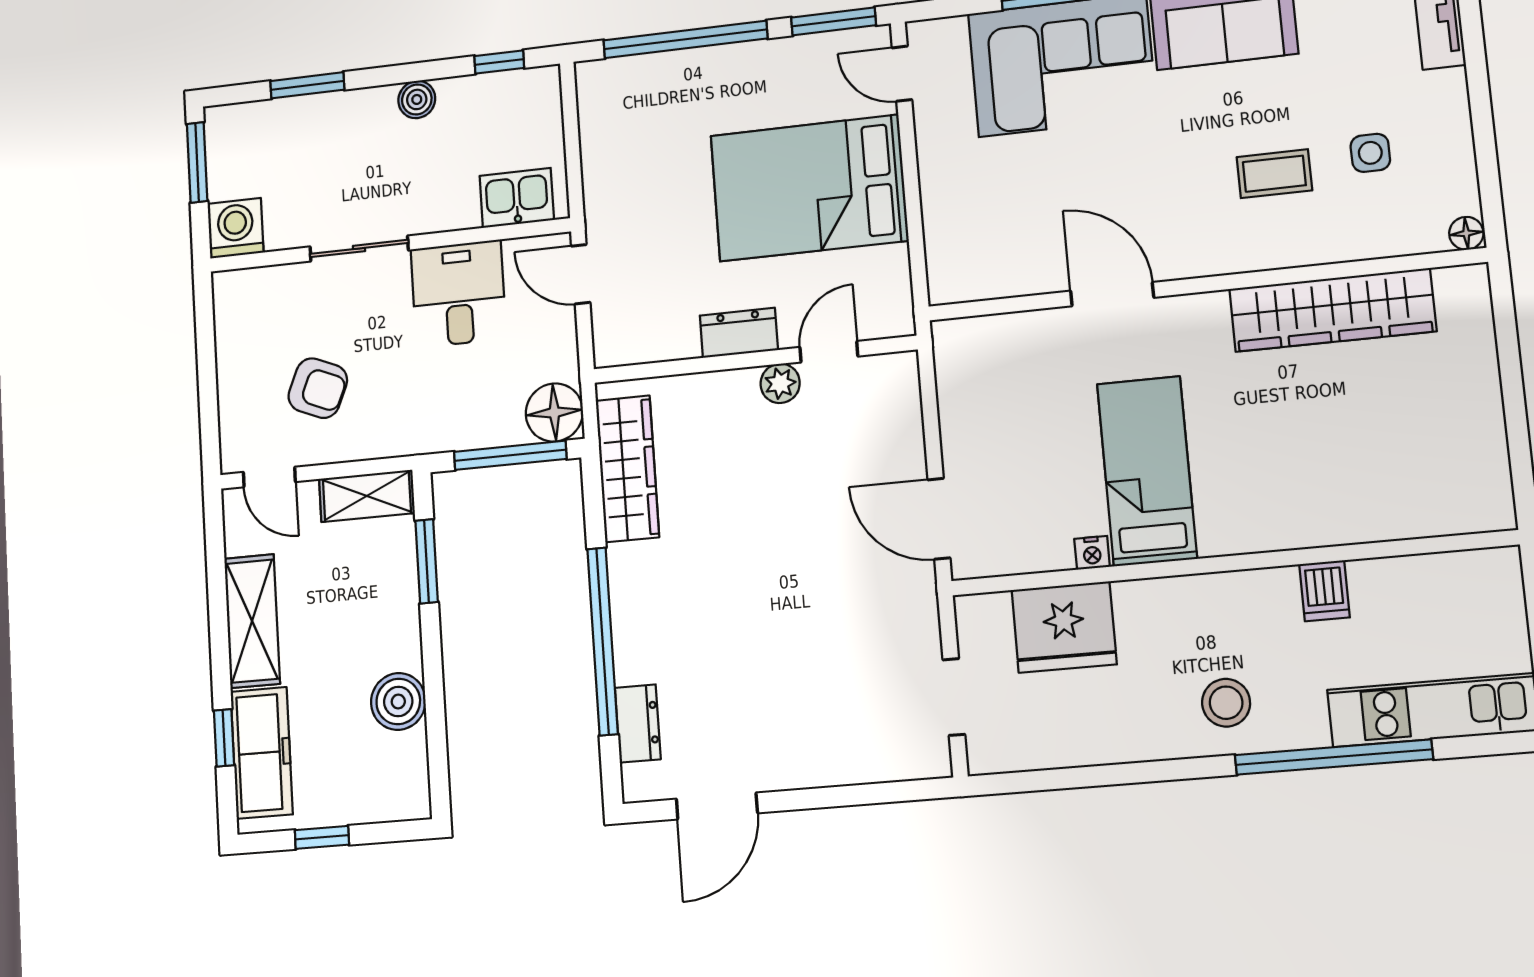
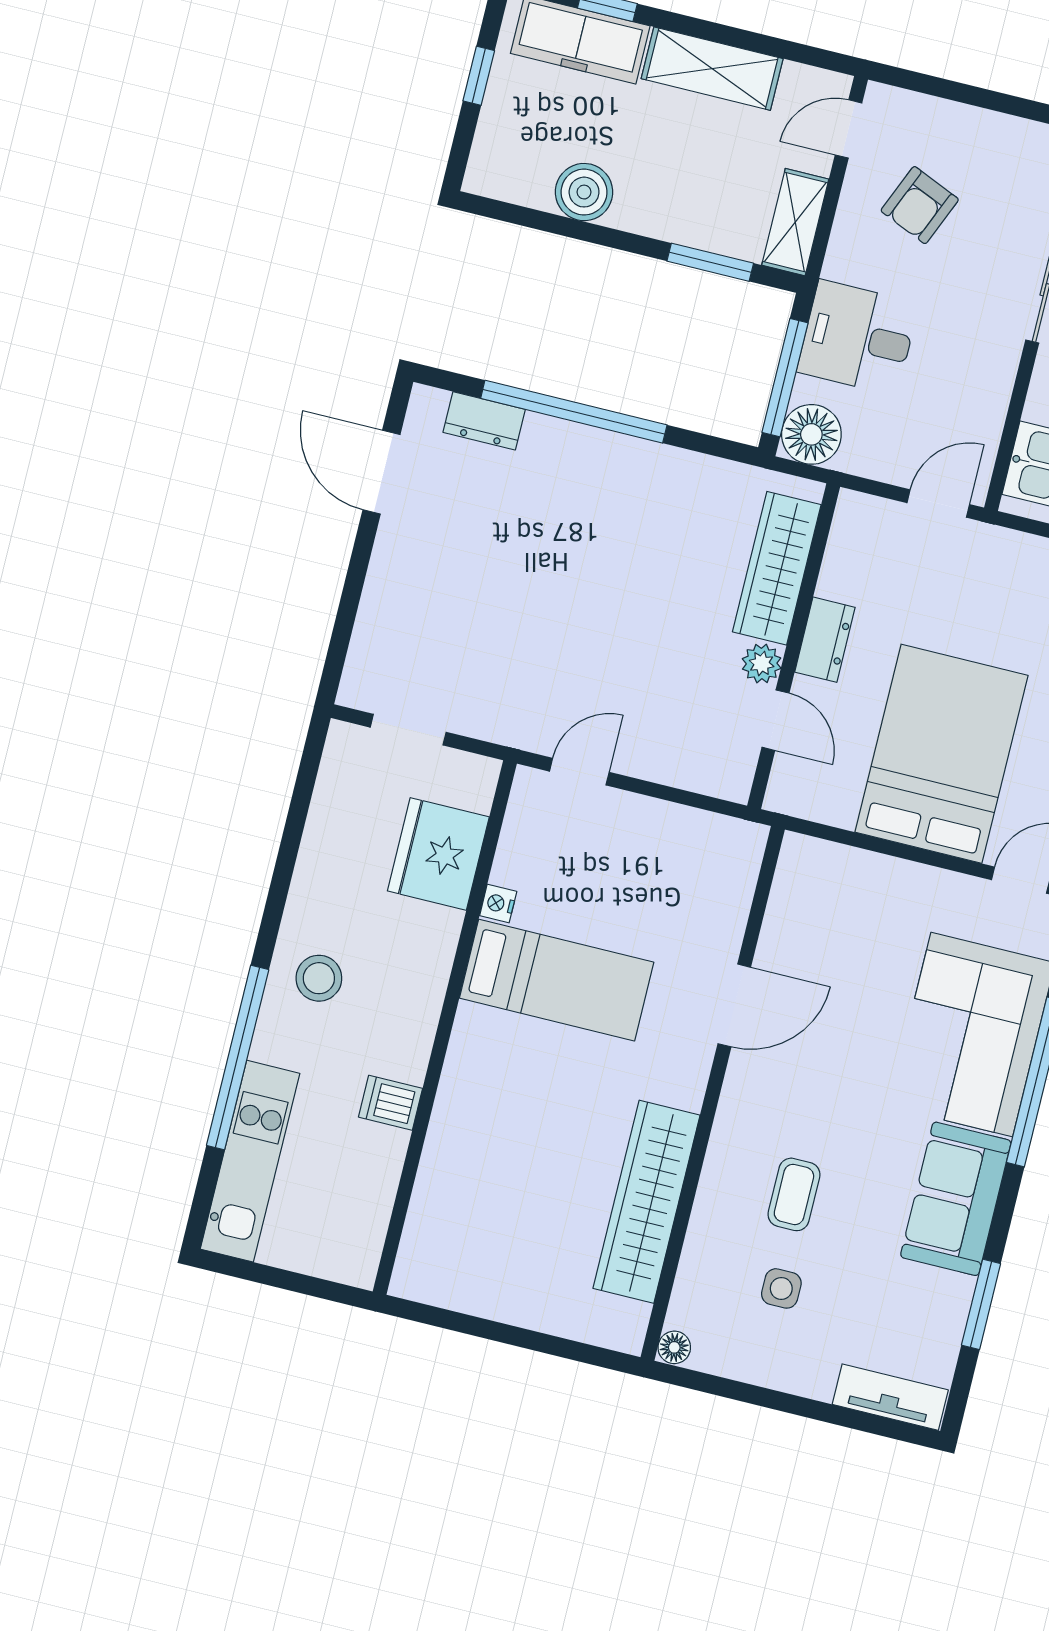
desk: (458, 294) -> (858, 338), moved, turned 180
wardrobe: (627, 469) -> (777, 568), moved, turned 90
door: (939, 519) -> (579, 772), width x0.73

